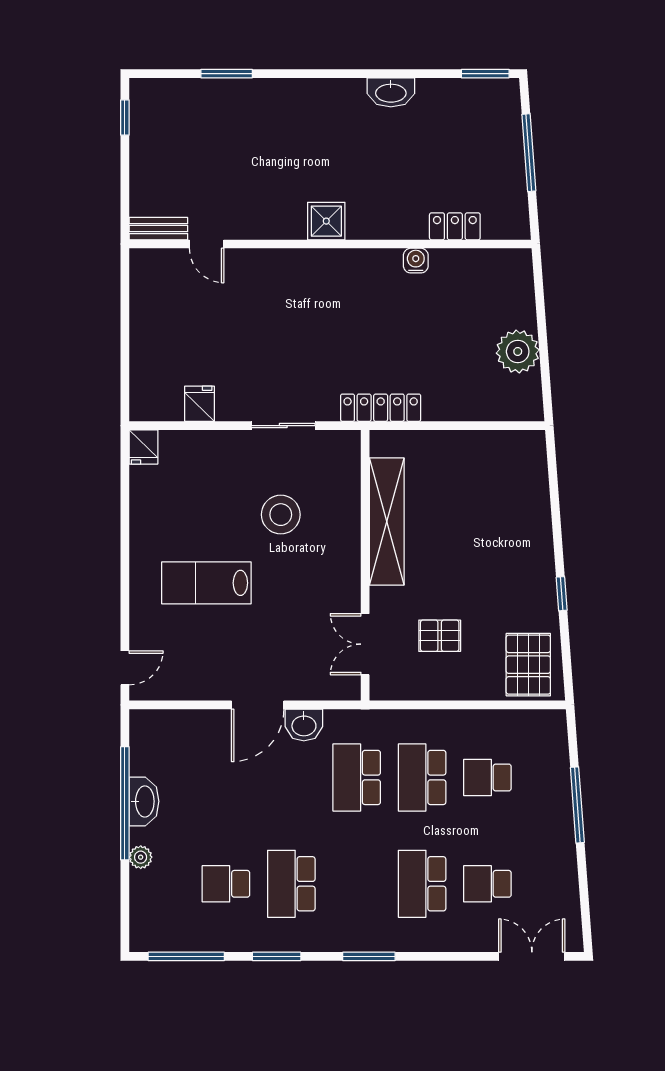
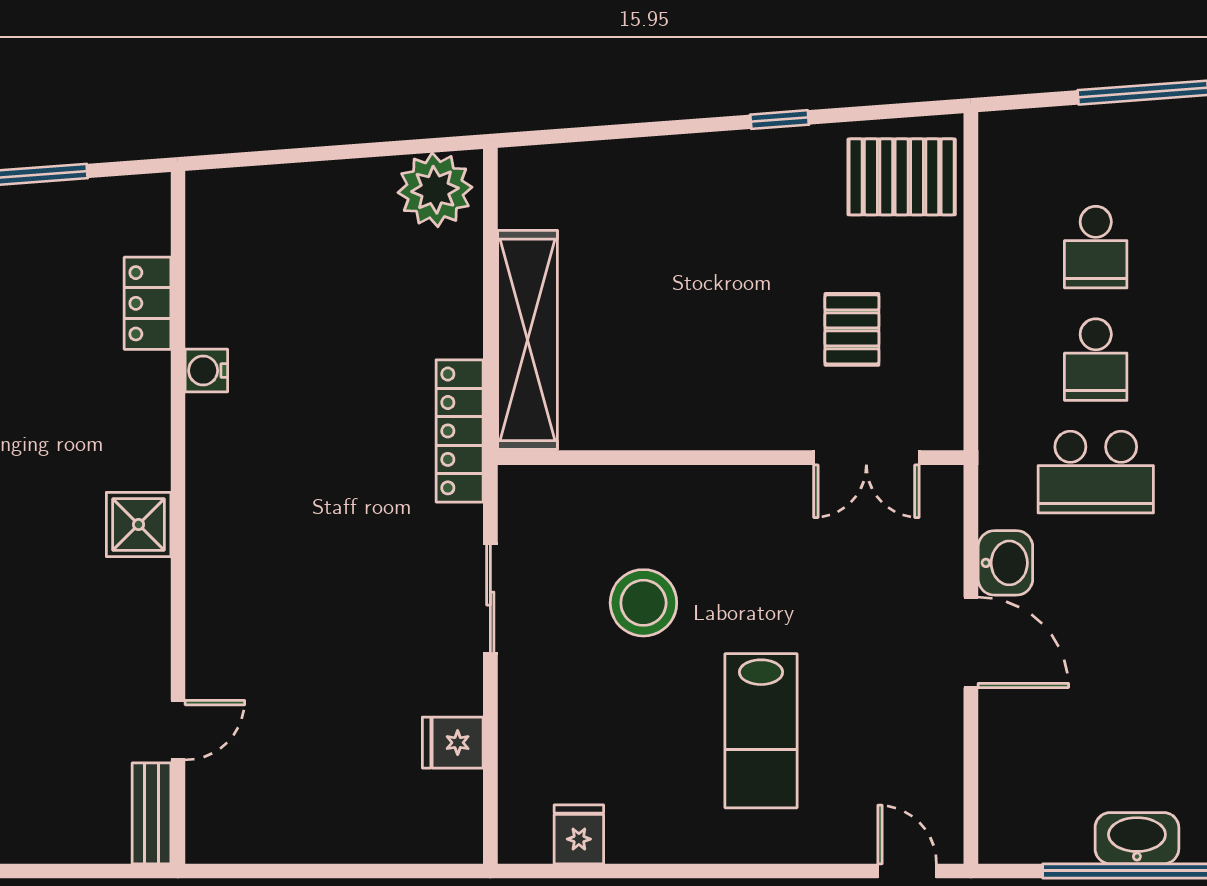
plant: (518, 351) -> (435, 190), moved
fridge: (143, 447) -> (579, 834), moved, turned -90
shelving: (387, 522) -> (527, 340), moved, turned 90
school desk: (422, 777) -> (1096, 360), width x0.54

